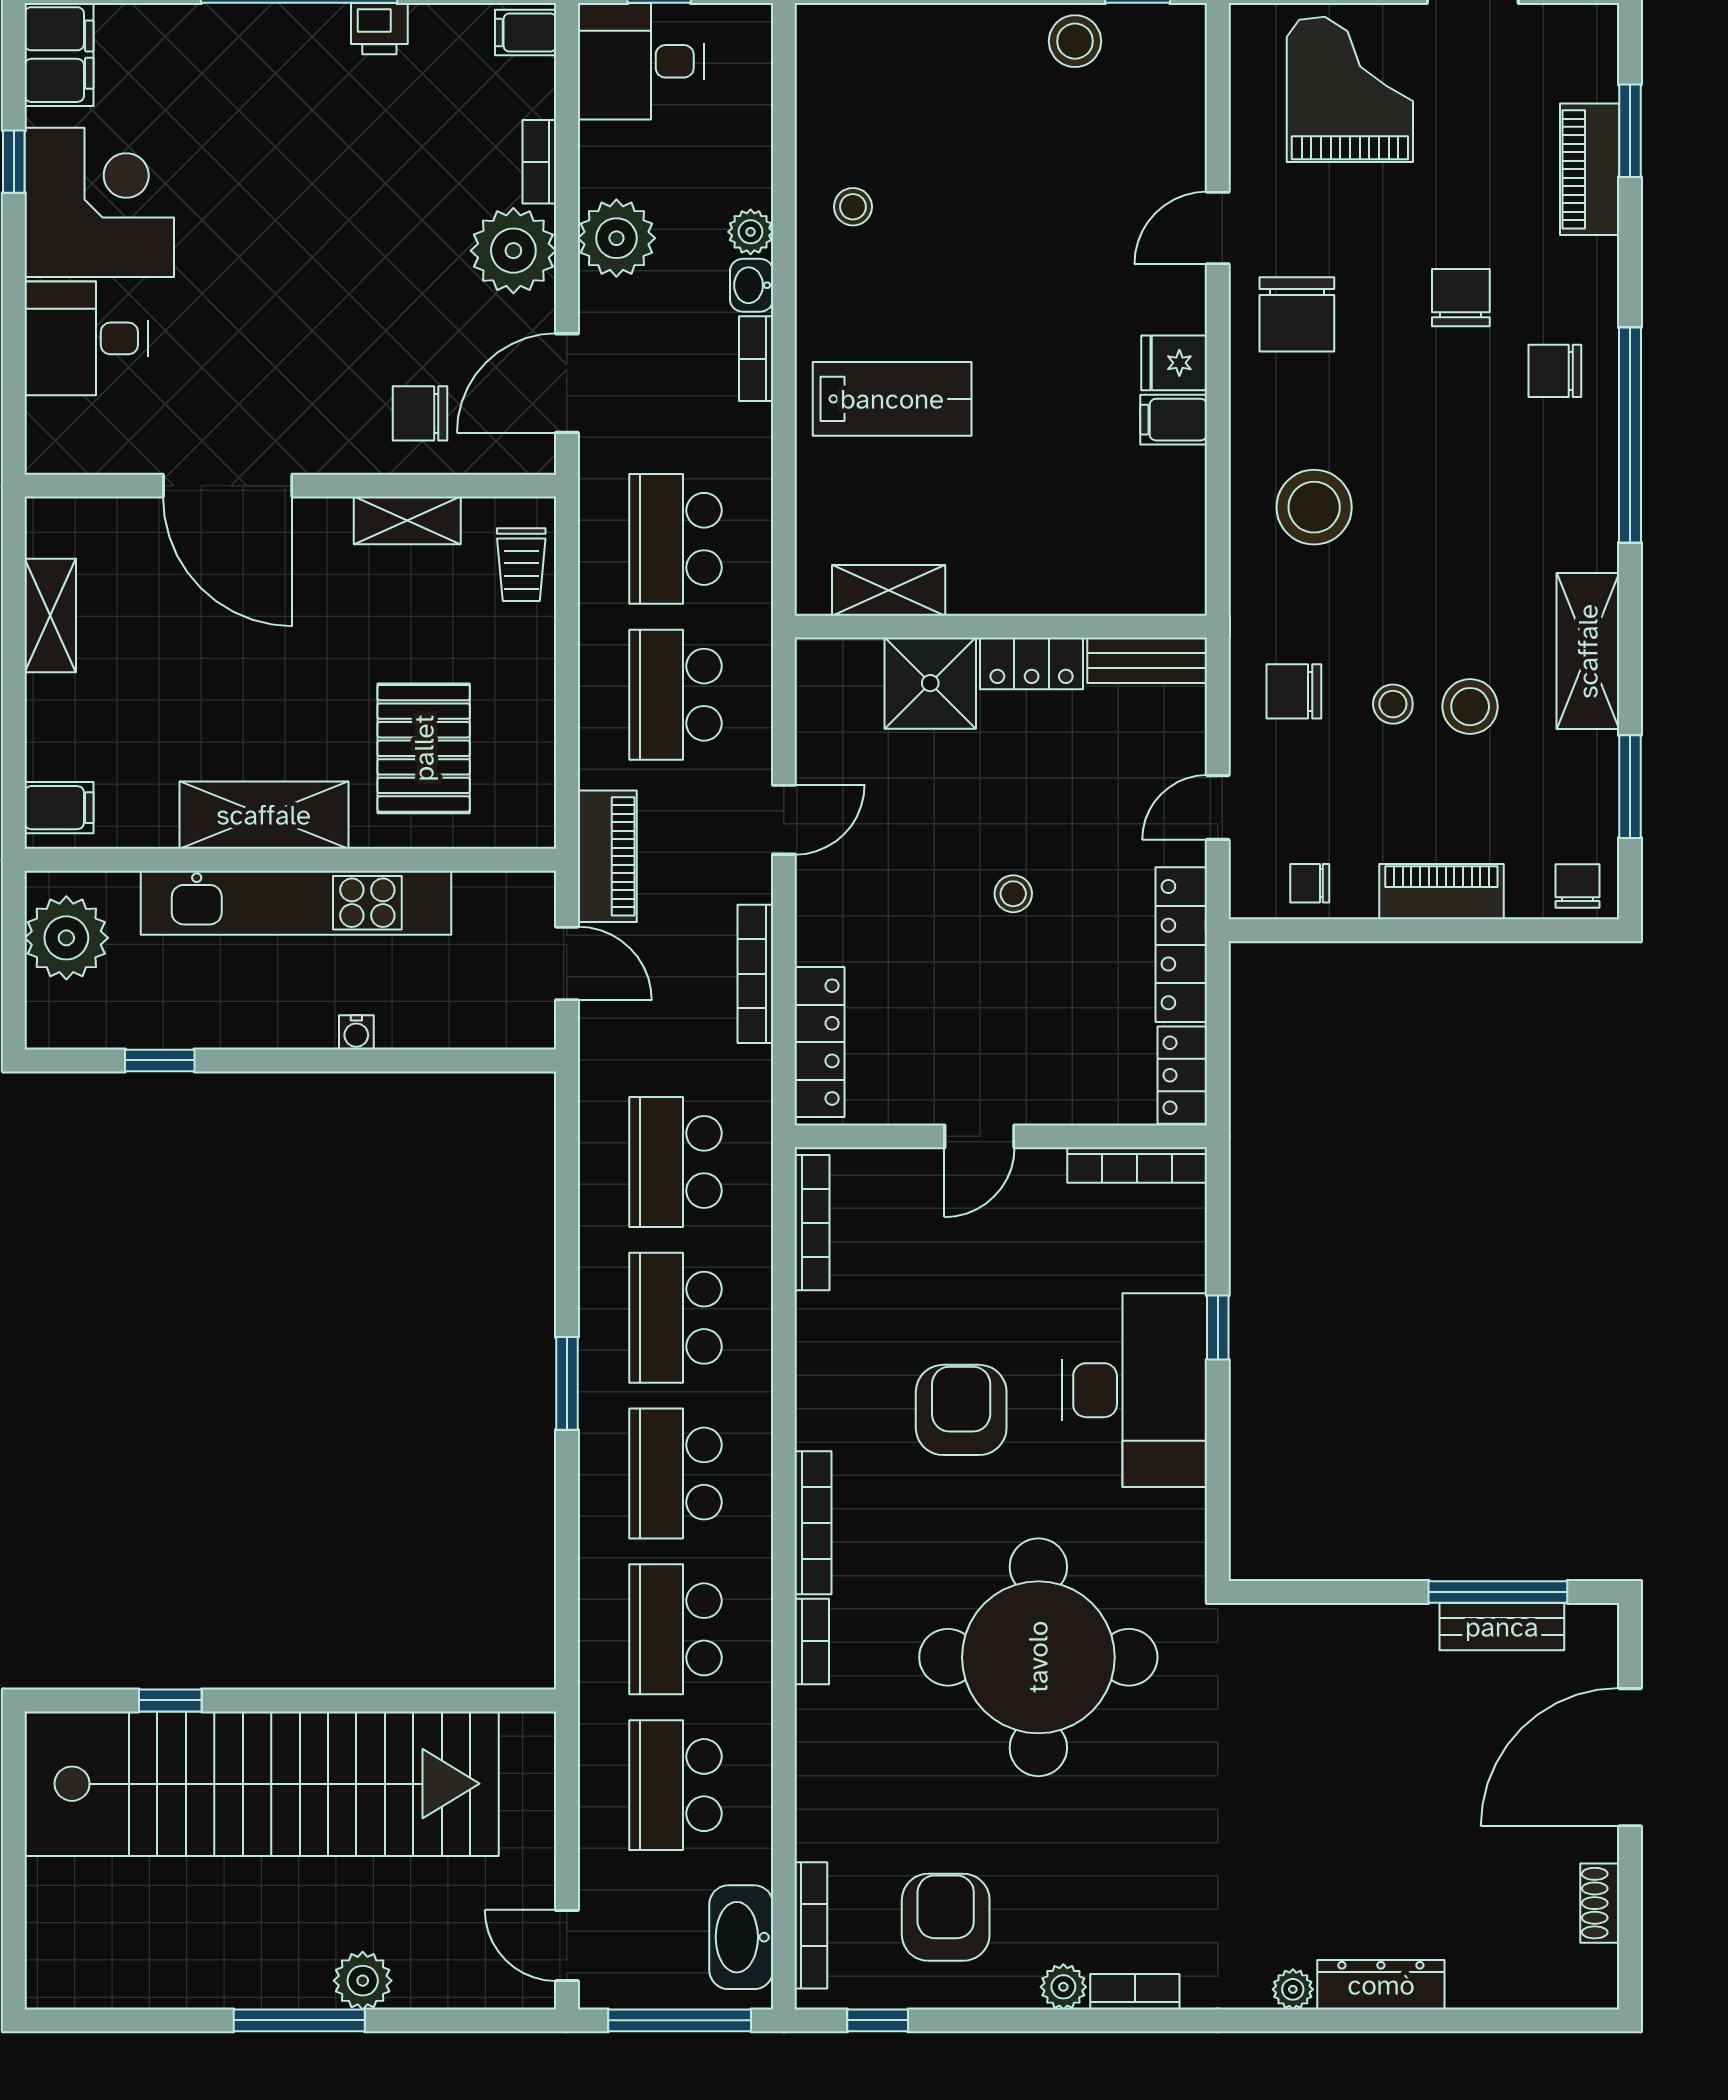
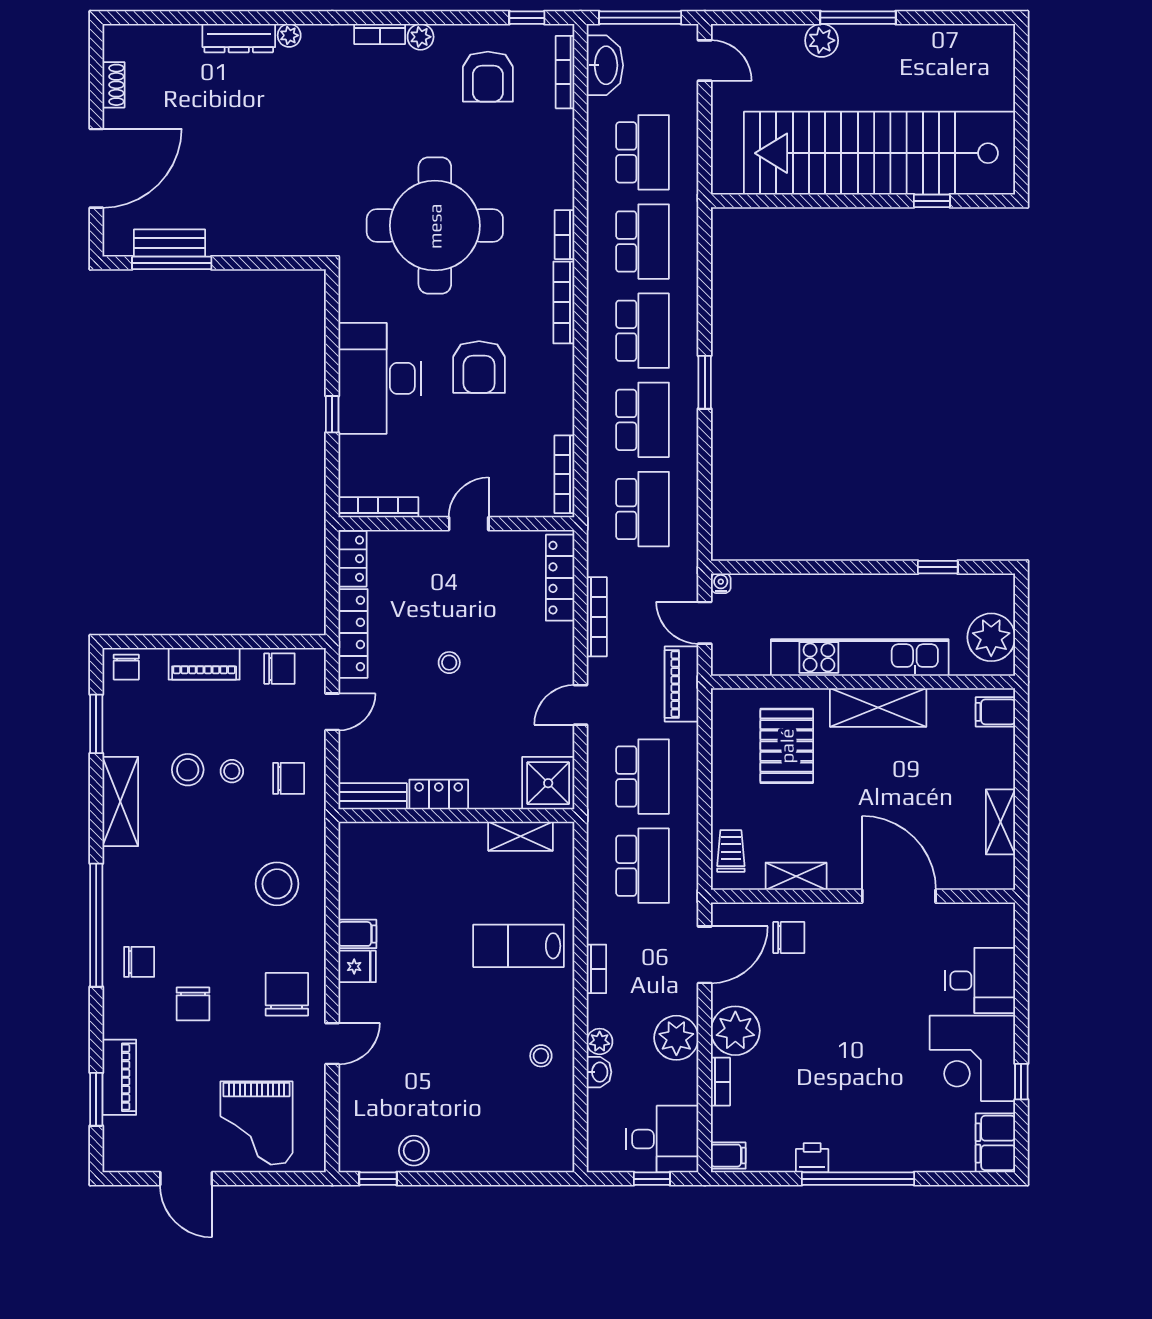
washbasin: (752, 285) -> (599, 1072), moved
shower: (930, 683) -> (548, 783), moved
chair: (1310, 883) -> (279, 669), width x1.37, depth x1.37
water cooler: (356, 1032) -> (721, 583), moved

